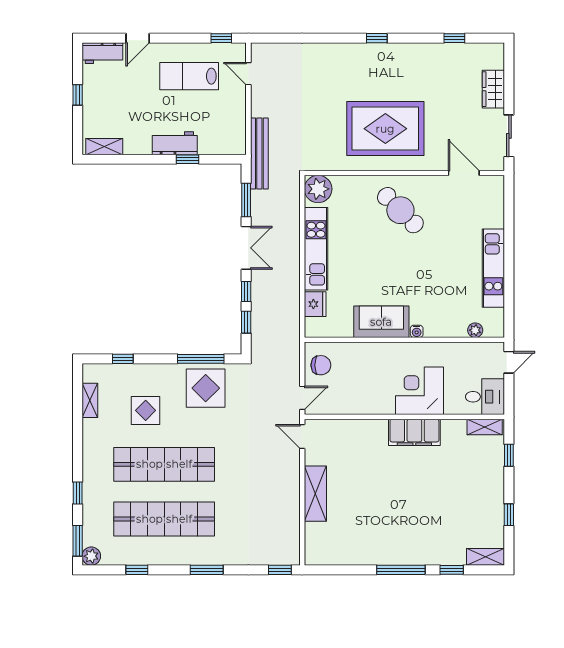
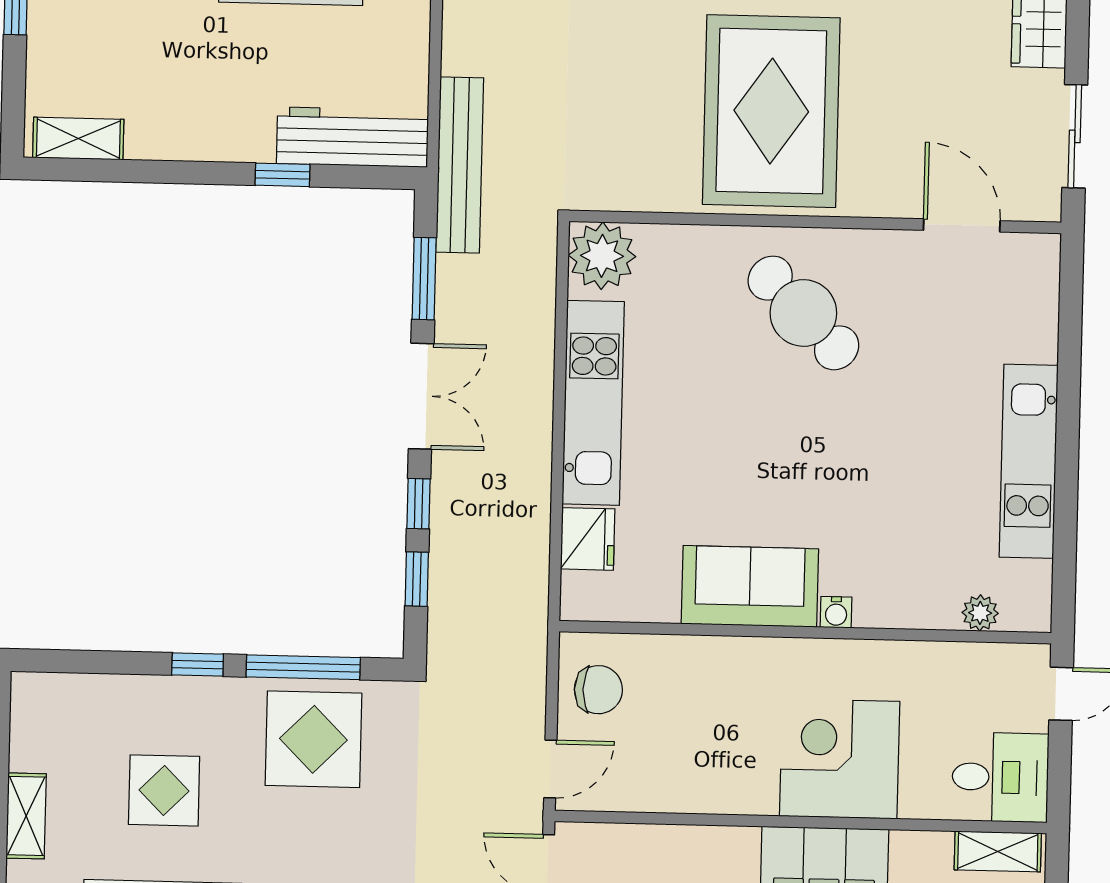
rug: (385, 129) -> (771, 111), turned 90
workbench: (175, 143) -> (352, 137), moved, width x1.37
window: (123, 359) -> (198, 665), moved
shelving: (90, 400) -> (26, 816), moved

